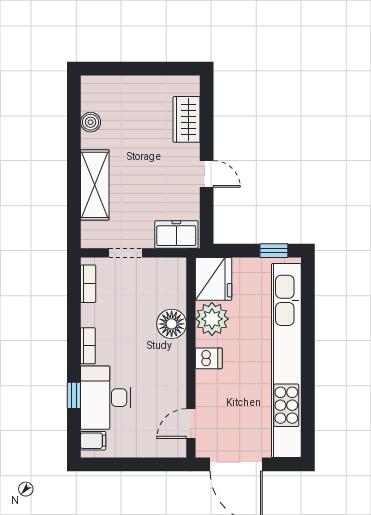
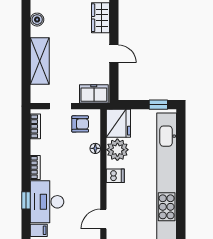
armchair: (156, 280) -> (80, 124), added
floor lamp: (172, 324) -> (95, 148), width x0.53, depth x0.53

